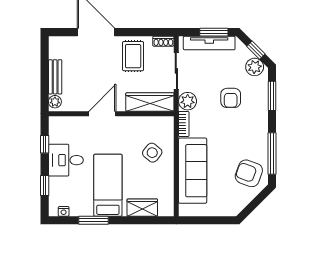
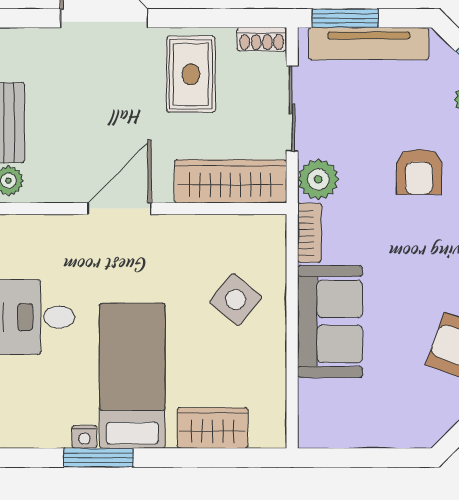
window: (214, 32) -> (345, 18), moved
sofa: (193, 171) -> (330, 321), width x0.73
nightstand: (64, 211) -> (84, 437), moved

